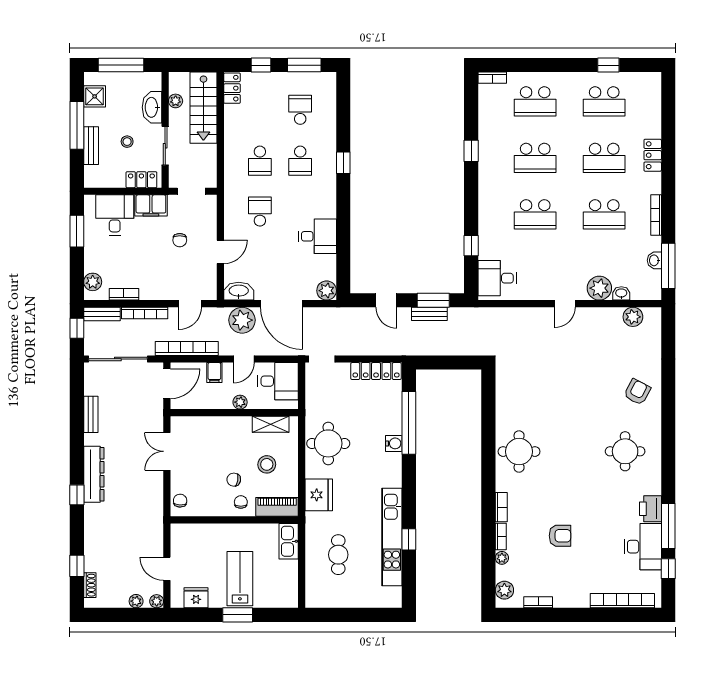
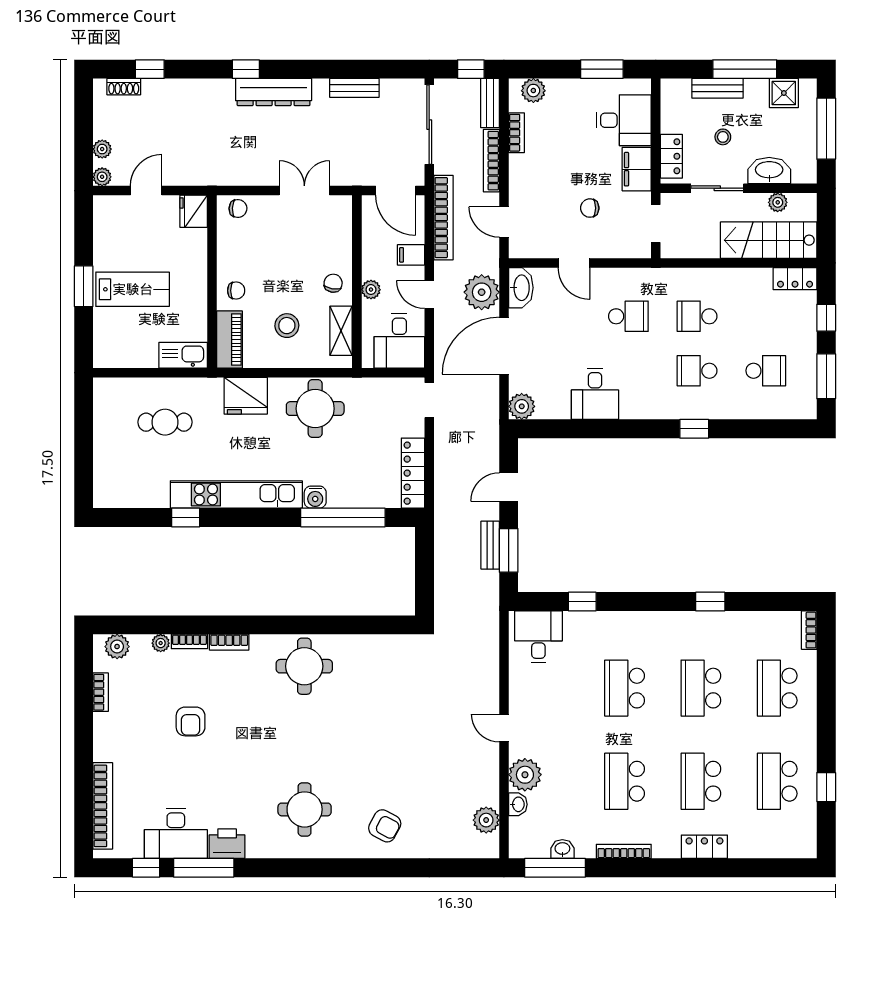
chair: (234, 480) -> (333, 283), moved
kitchen unit: (392, 537) -> (236, 495), moved
fridge: (196, 598) -> (194, 211), moved, turned 180

